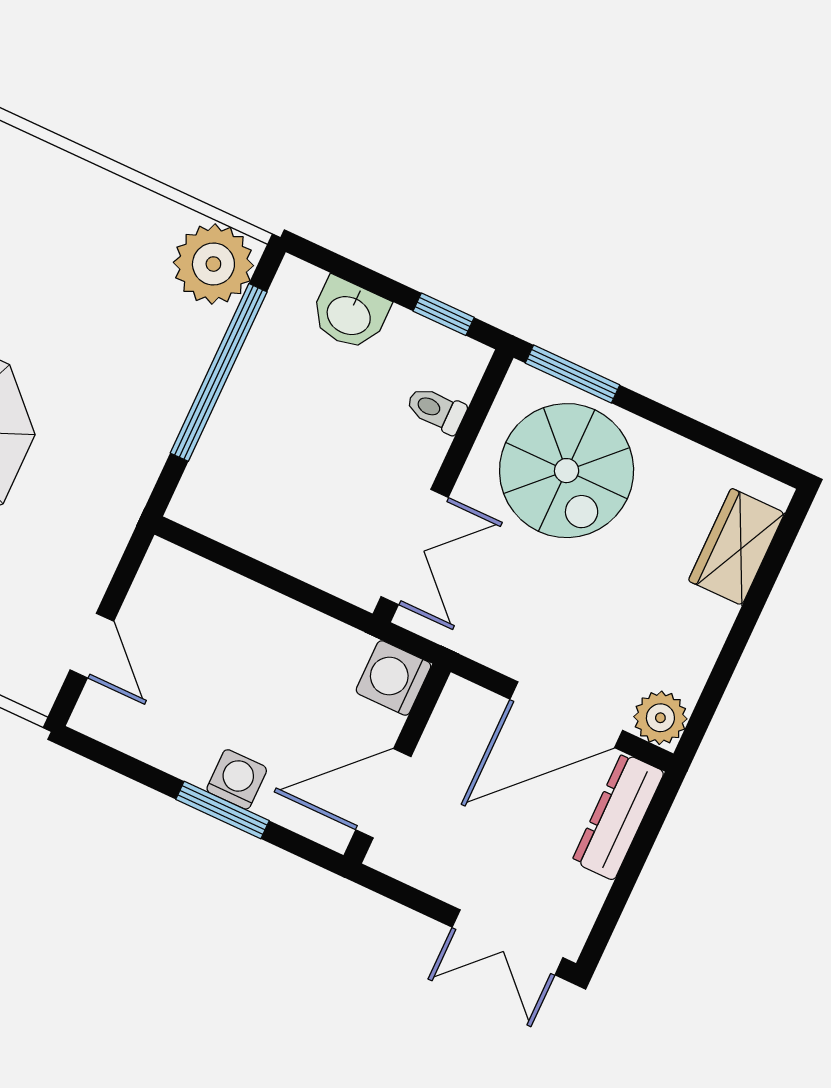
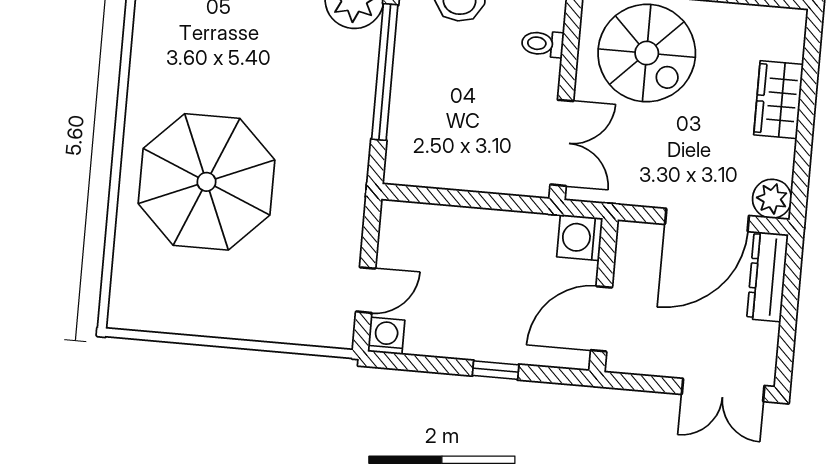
wardrobe: (737, 547) -> (779, 100), moved
door: (92, 646) -> (366, 290), hinge flipped
washing machine: (237, 779) -> (386, 336), moved
window: (223, 810) -> (496, 370), width x0.67

